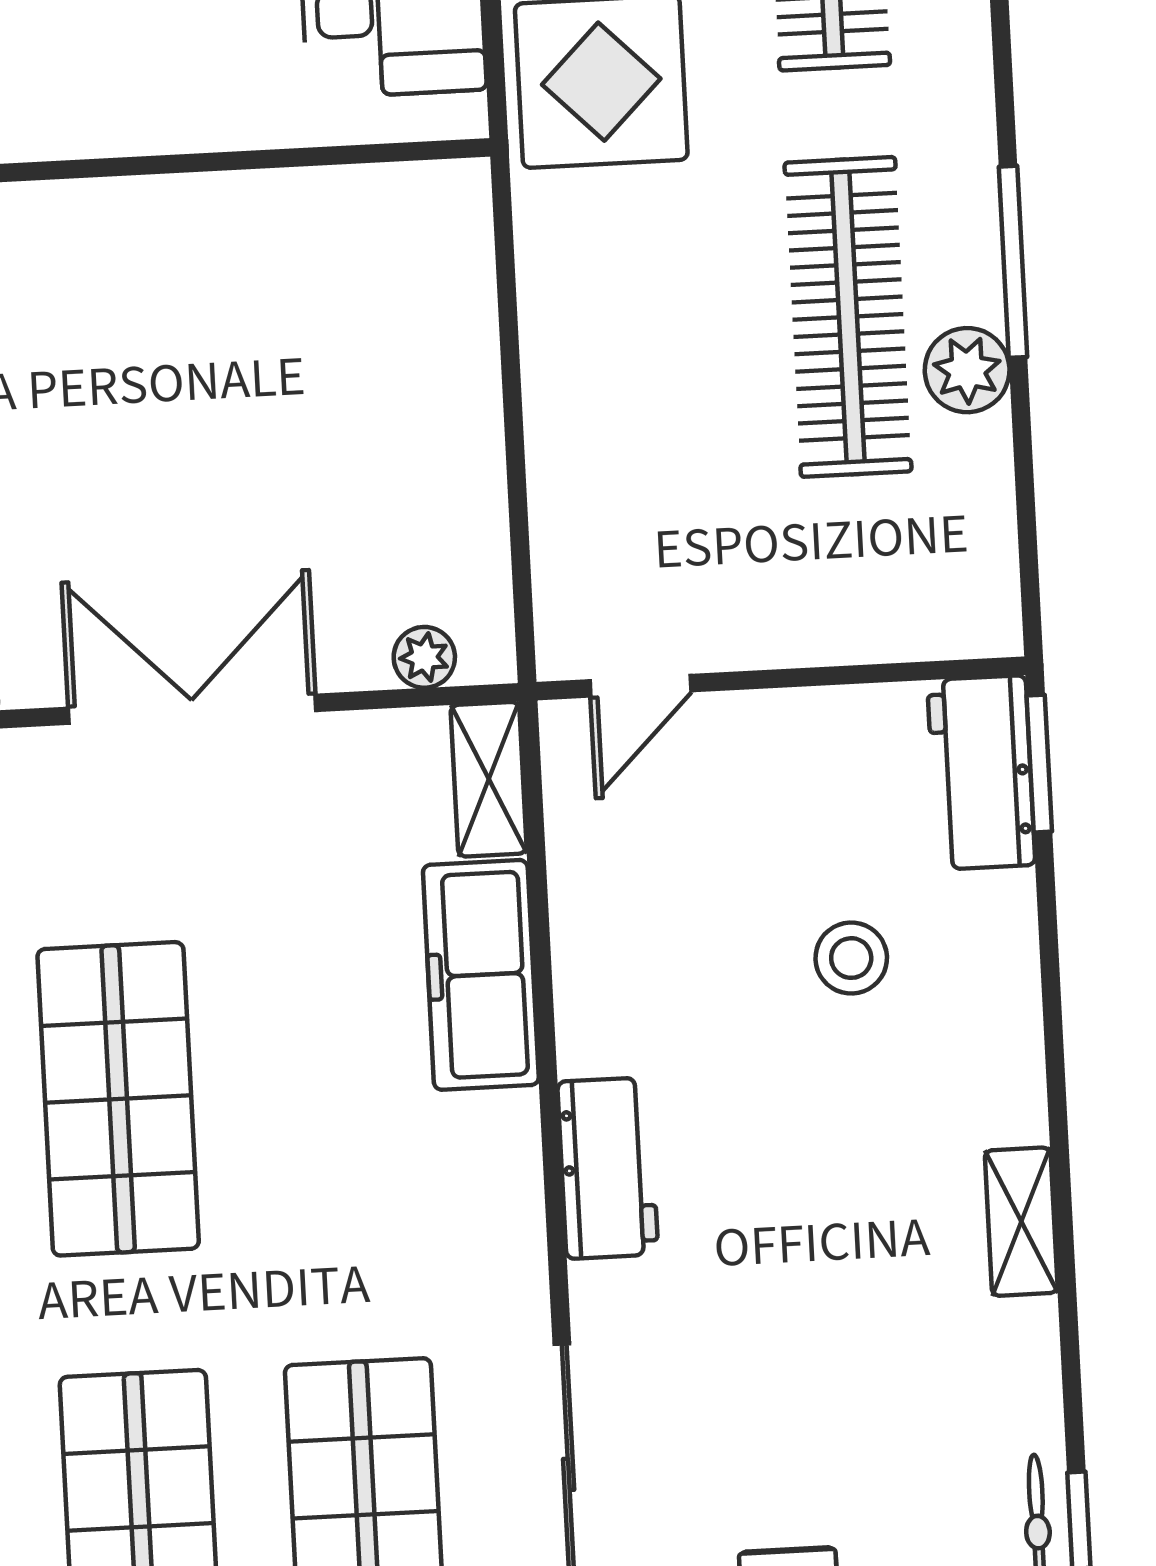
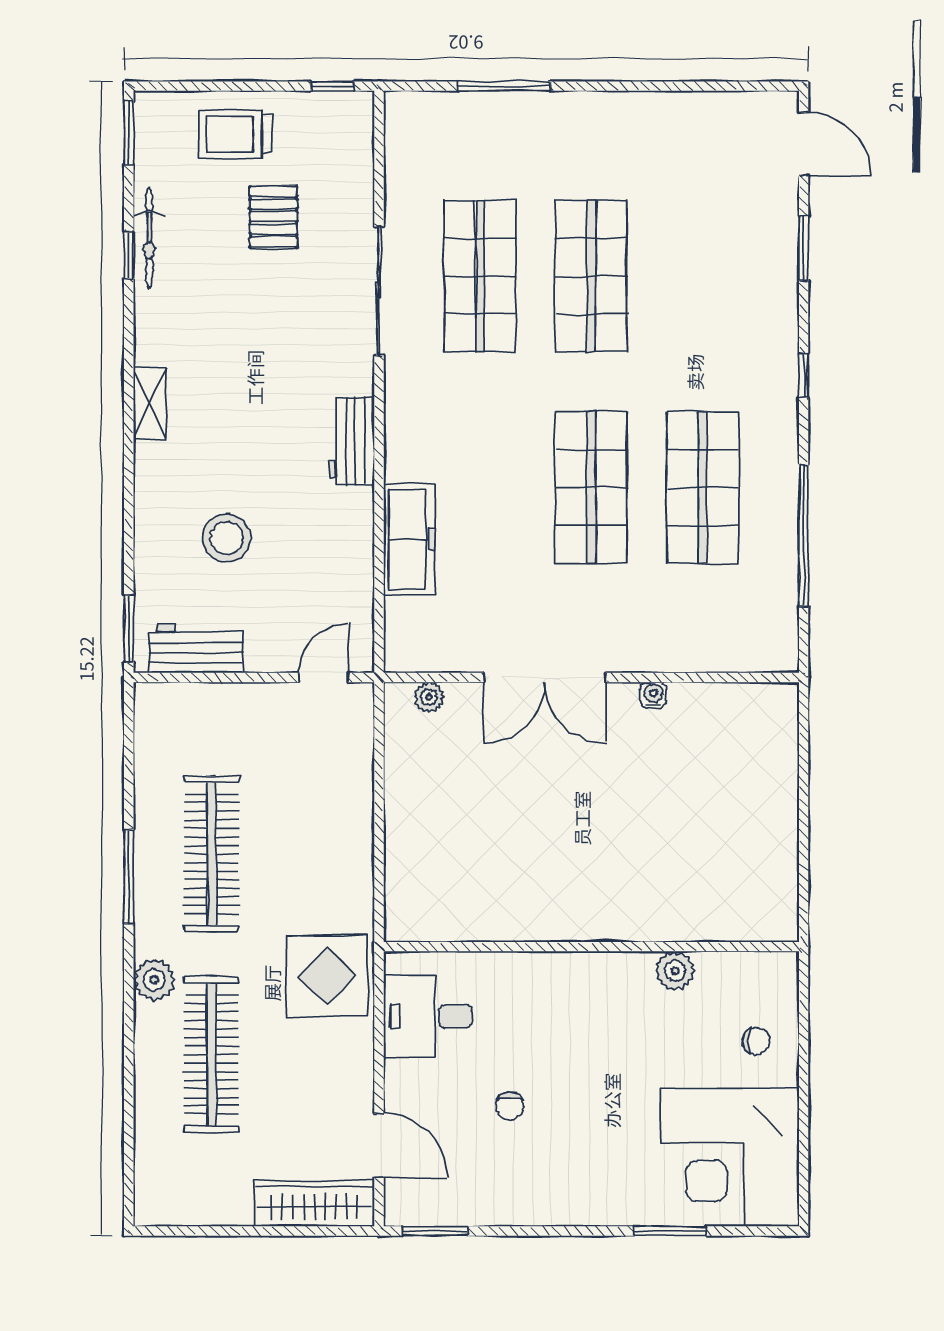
plant: (967, 370) -> (154, 980), moved
workbench: (981, 773) -> (196, 649), moved, turned -90
shelving: (489, 779) -> (400, 635), removed
stool: (851, 958) -> (226, 538), width x1.38, depth x1.38

